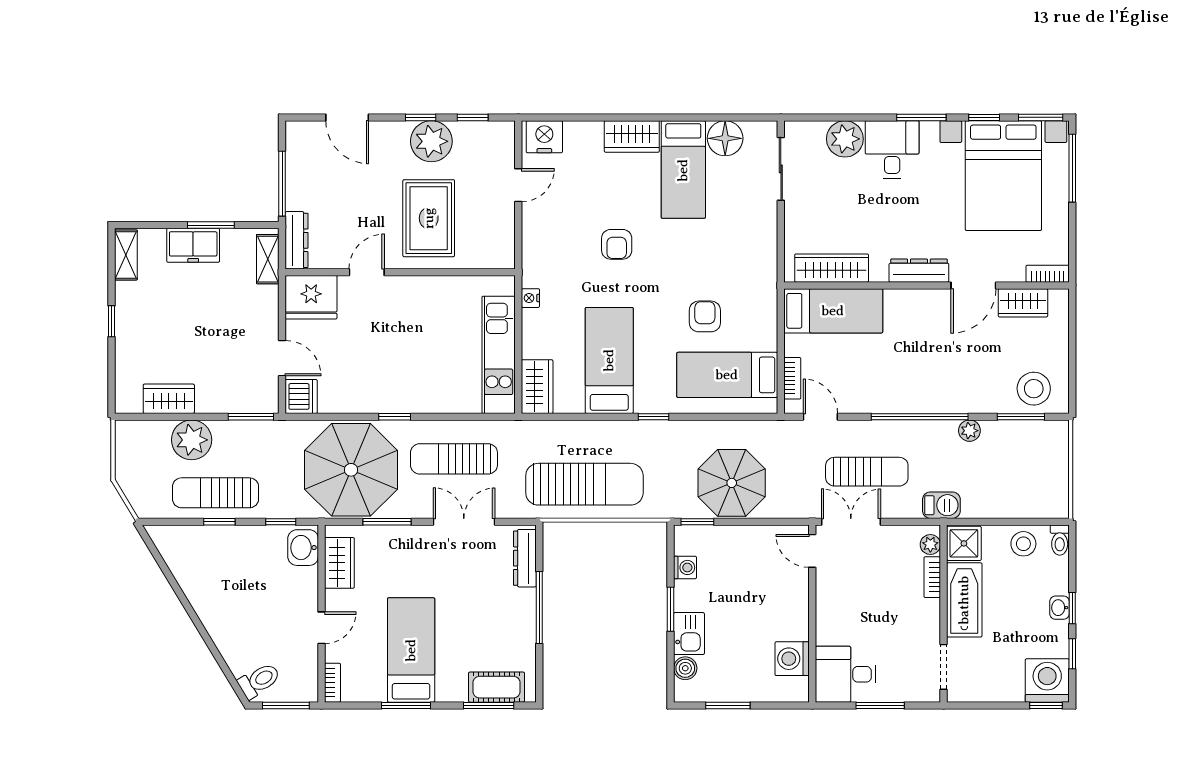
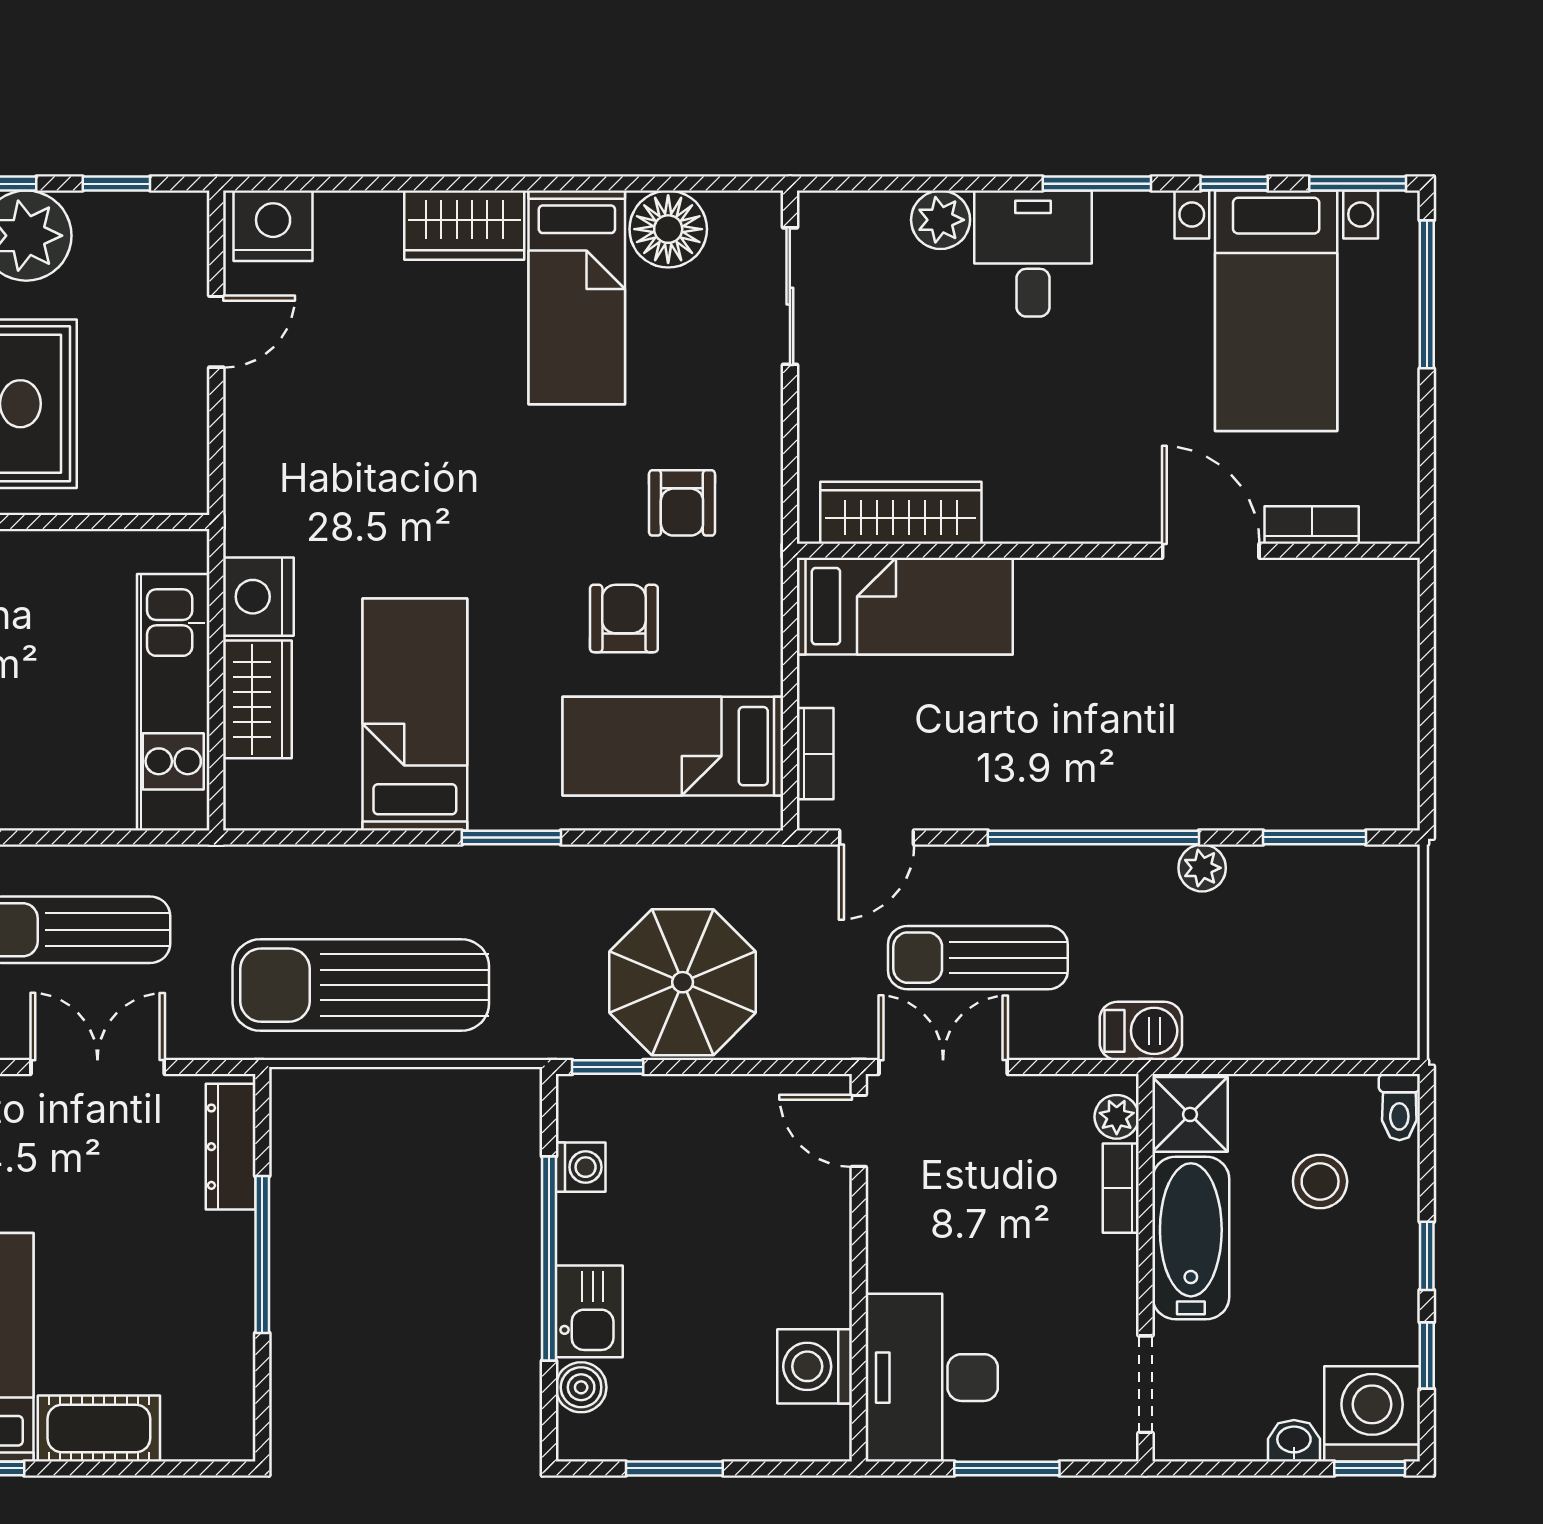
plant: (845, 139) -> (941, 220), width x0.73, depth x0.73
bed with nightstands: (1003, 176) -> (1276, 311), width x0.73
armchair: (617, 244) -> (682, 503), moved
dresser: (919, 271) -> (1092, 518), removed
bookcase: (1048, 274) -> (1312, 525), moved
door: (973, 285) -> (1211, 551), swing flipped
nightstand: (530, 298) -> (258, 597), width x1.89, depth x1.79
wardrobe: (1023, 303) -> (1319, 589), removed
wardrobe: (537, 387) -> (257, 699), moved
stool: (1034, 389) -> (1343, 776), removed
window: (653, 417) -> (511, 837), width x1.50
door: (820, 417) -> (877, 837), swing flipped
sun lounger: (867, 472) -> (978, 958), turned 180
sun lounger: (584, 484) -> (361, 985), turned 180
stool: (1023, 544) -> (1320, 1181), moved
washbasin: (1059, 608) -> (1294, 1441), moved, turned 90
window: (671, 609) -> (549, 1258), width x2.11
desk: (846, 674) -> (932, 1378), width x1.37
cot: (497, 687) -> (99, 1428), moved
window: (489, 705) -> (151, 1468), removed

